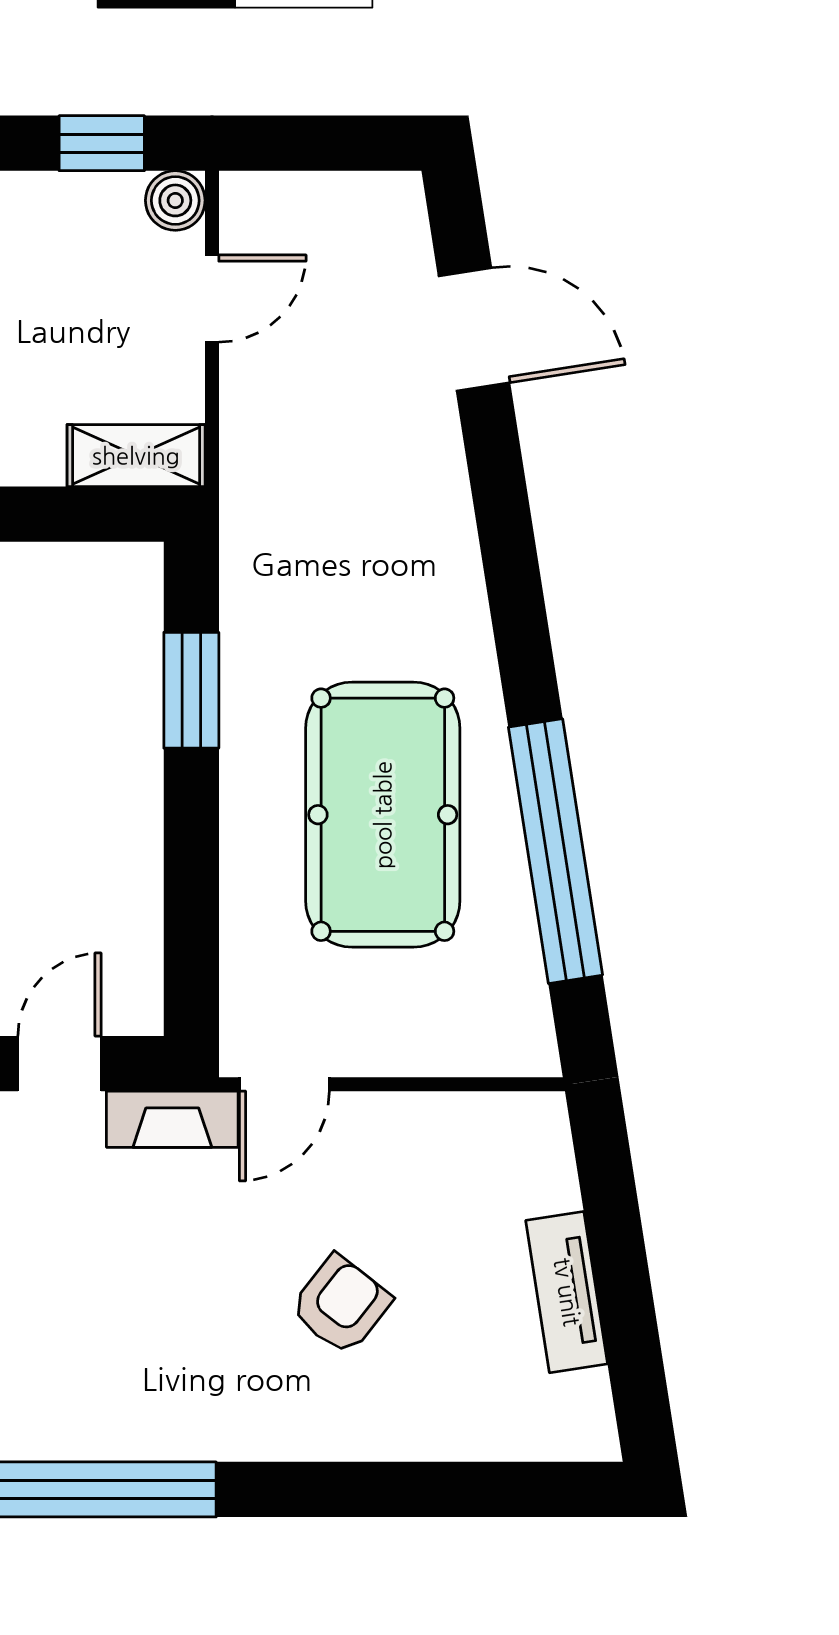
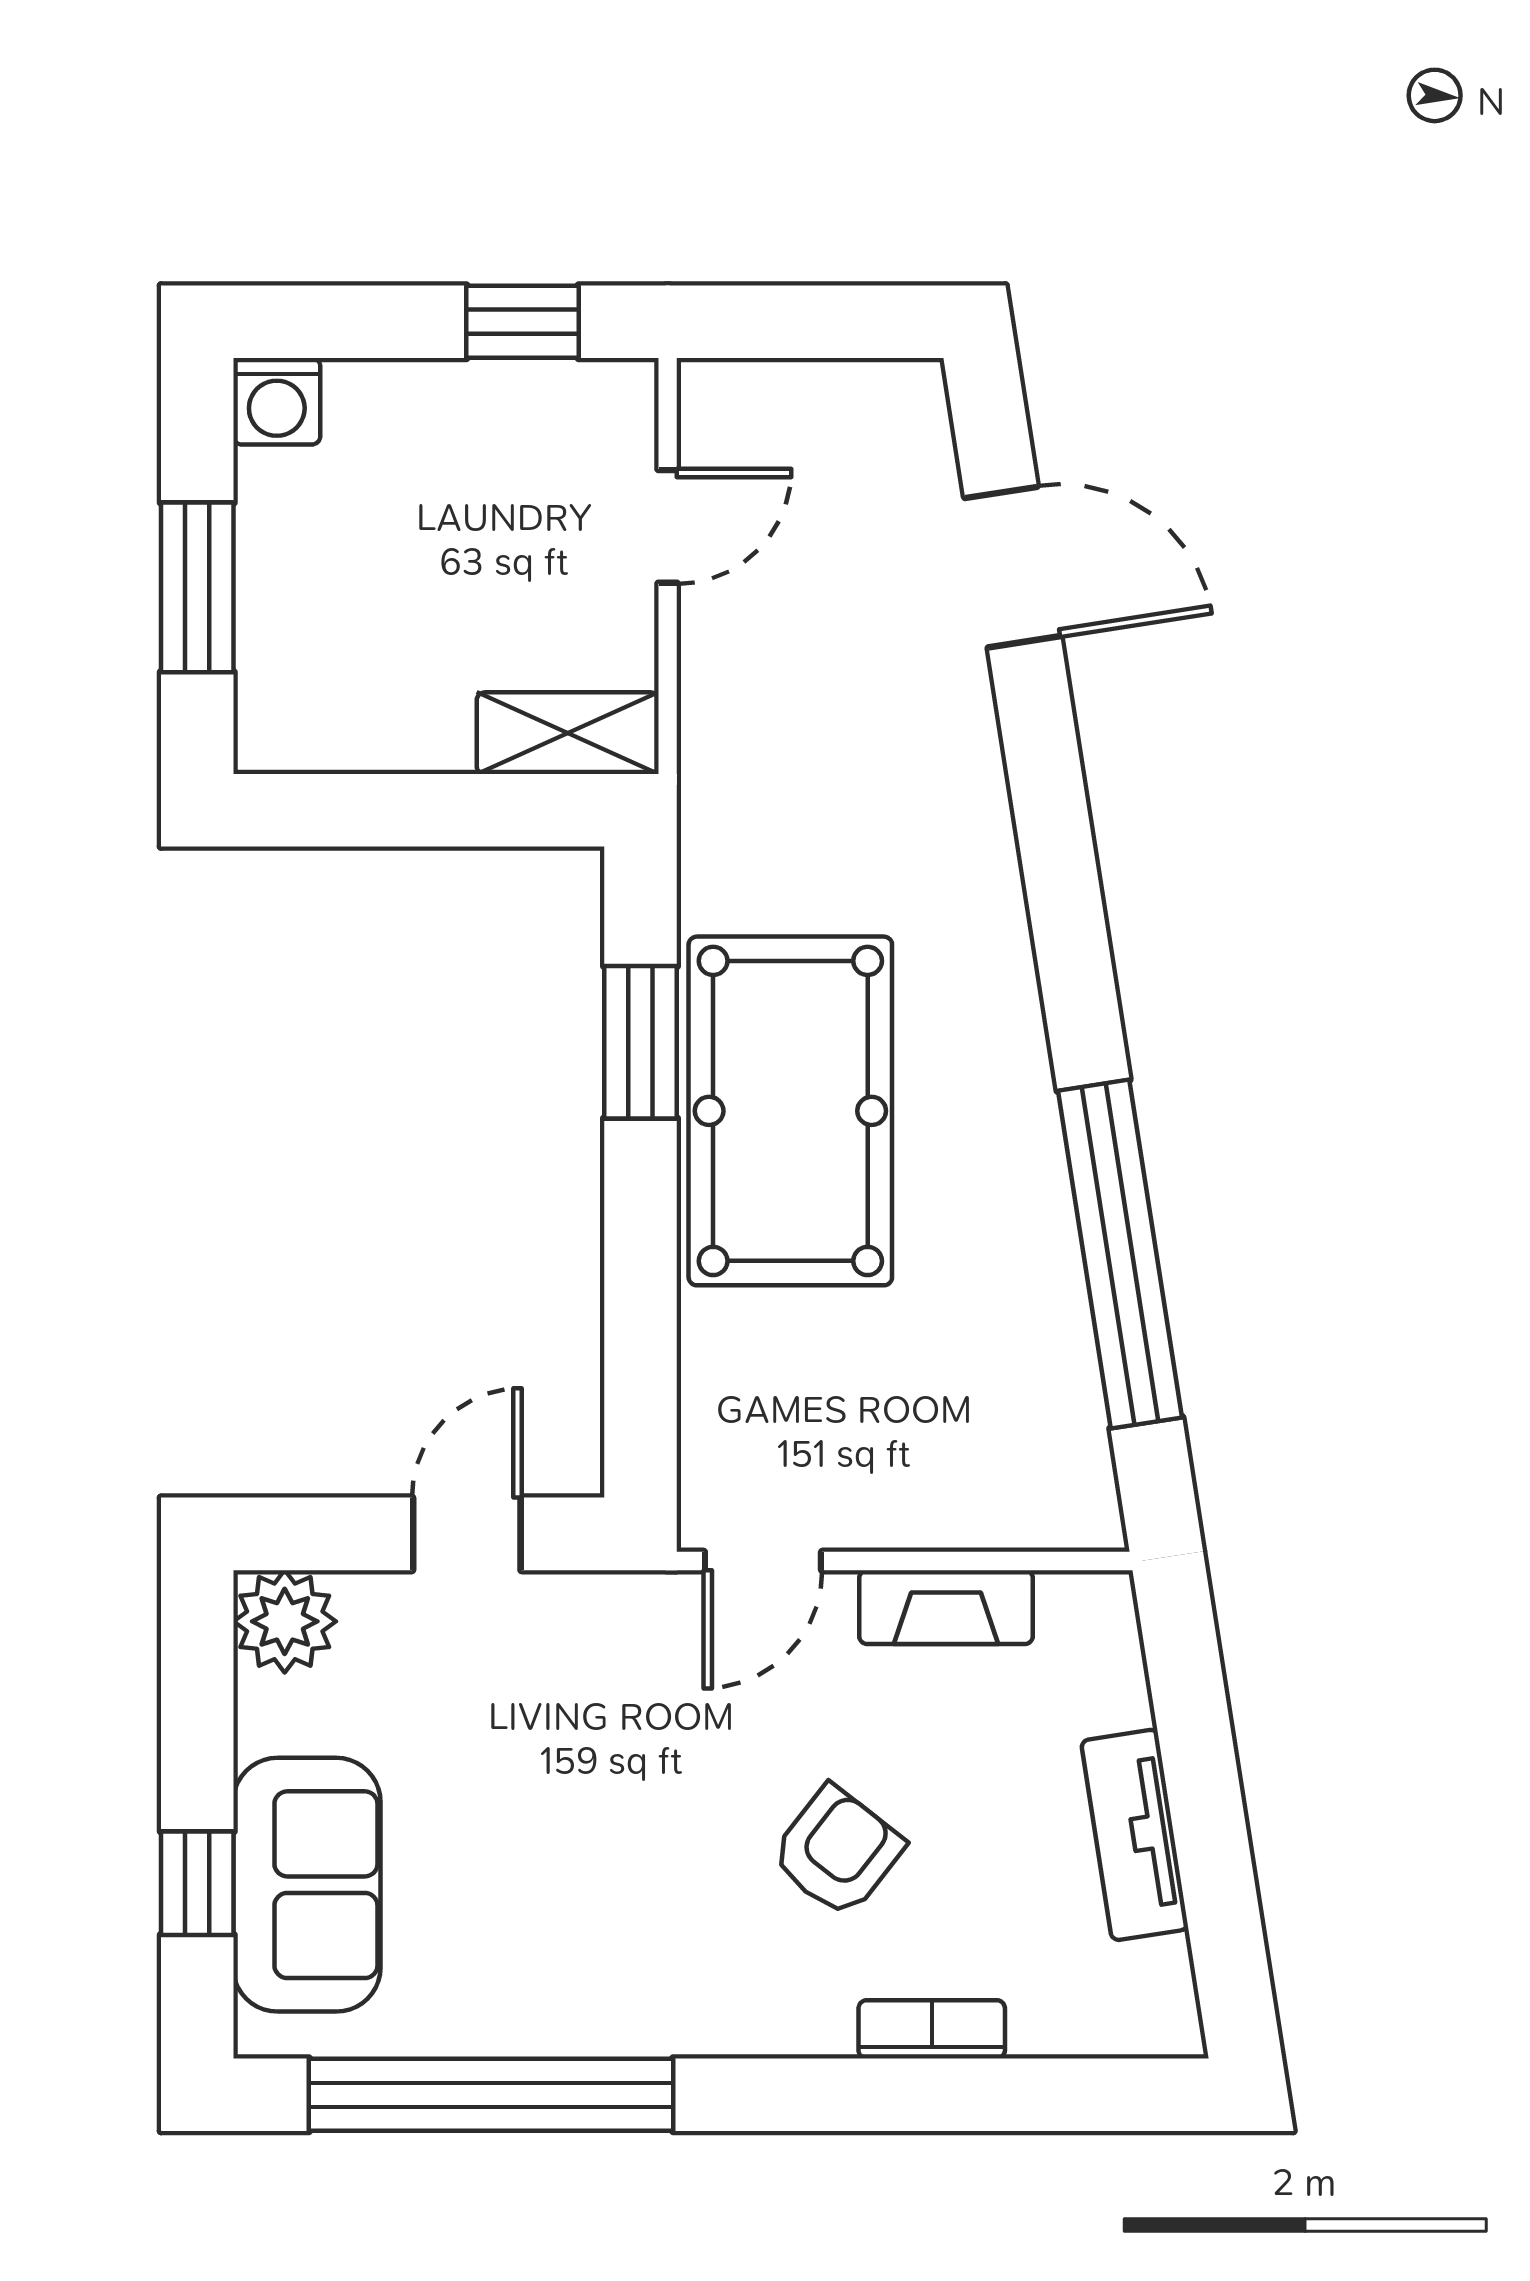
boiler: (175, 200) -> (619, 397), removed
pool table: (383, 815) -> (790, 1111), moved
fireplace: (172, 1119) -> (946, 1607), moved
bookcase: (412, 1440) -> (932, 2029), added

